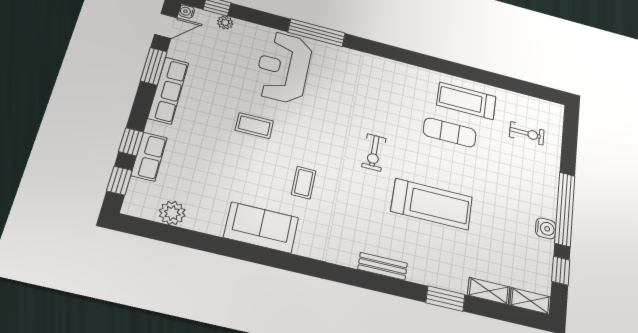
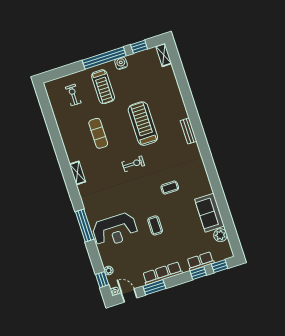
treadmill: (466, 101) -> (103, 87), moved
sofa: (261, 228) -> (209, 213), moved
shelving: (489, 291) -> (78, 173), moved
window: (445, 299) -> (187, 95), removed

